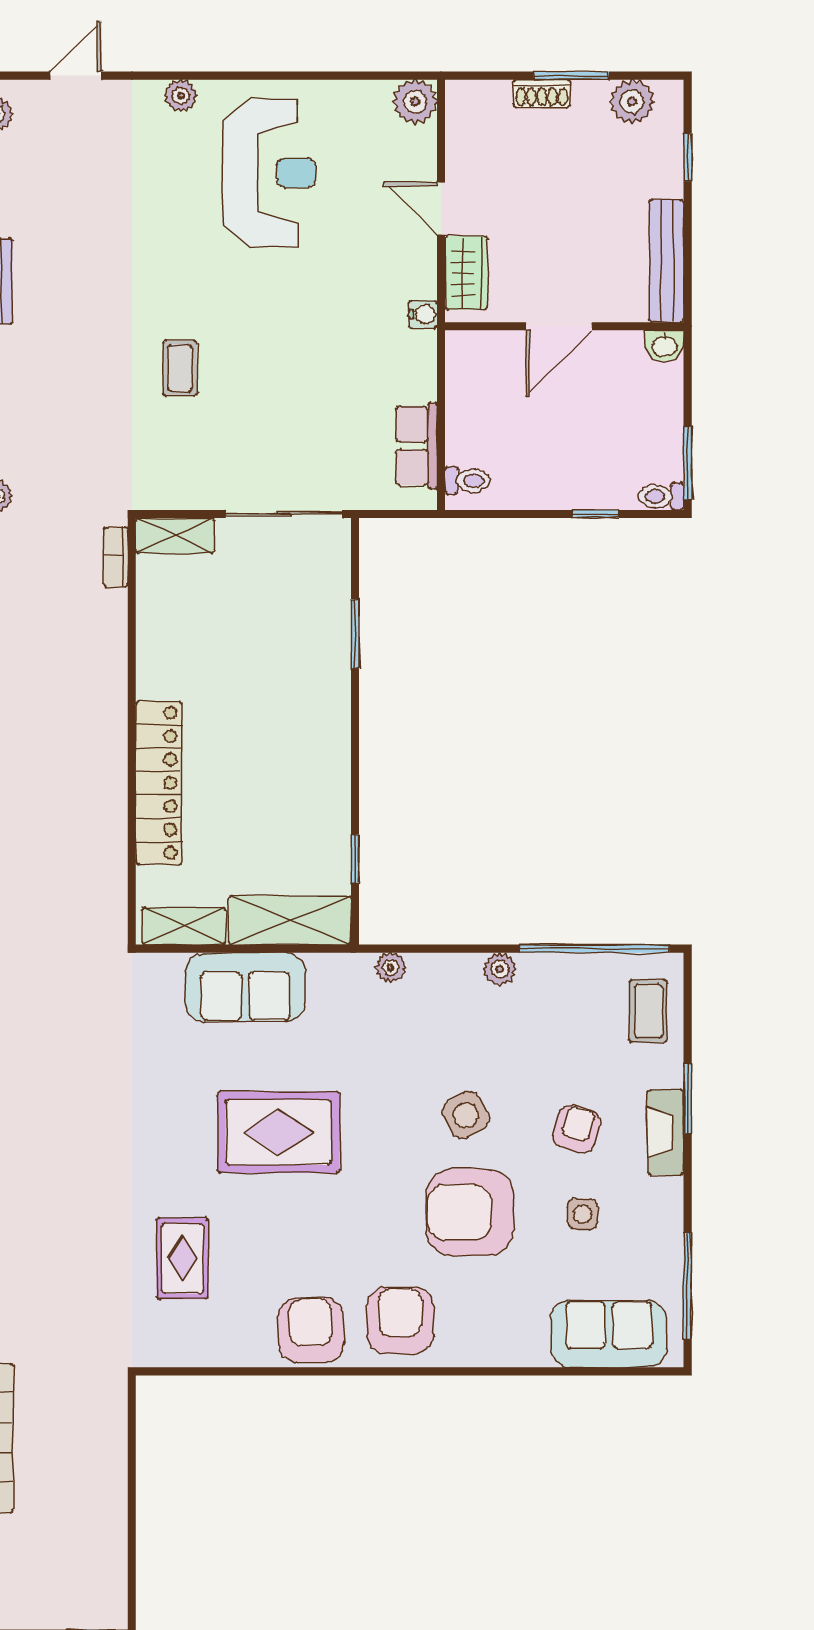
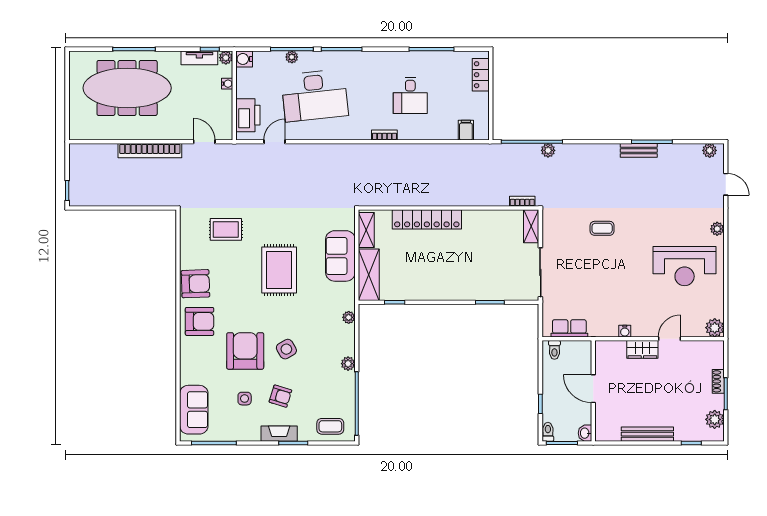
door: (559, 326) -> (593, 389), moved
wall: (564, 326) -> (593, 391), moved
washbasin: (664, 346) -> (585, 433), moved

